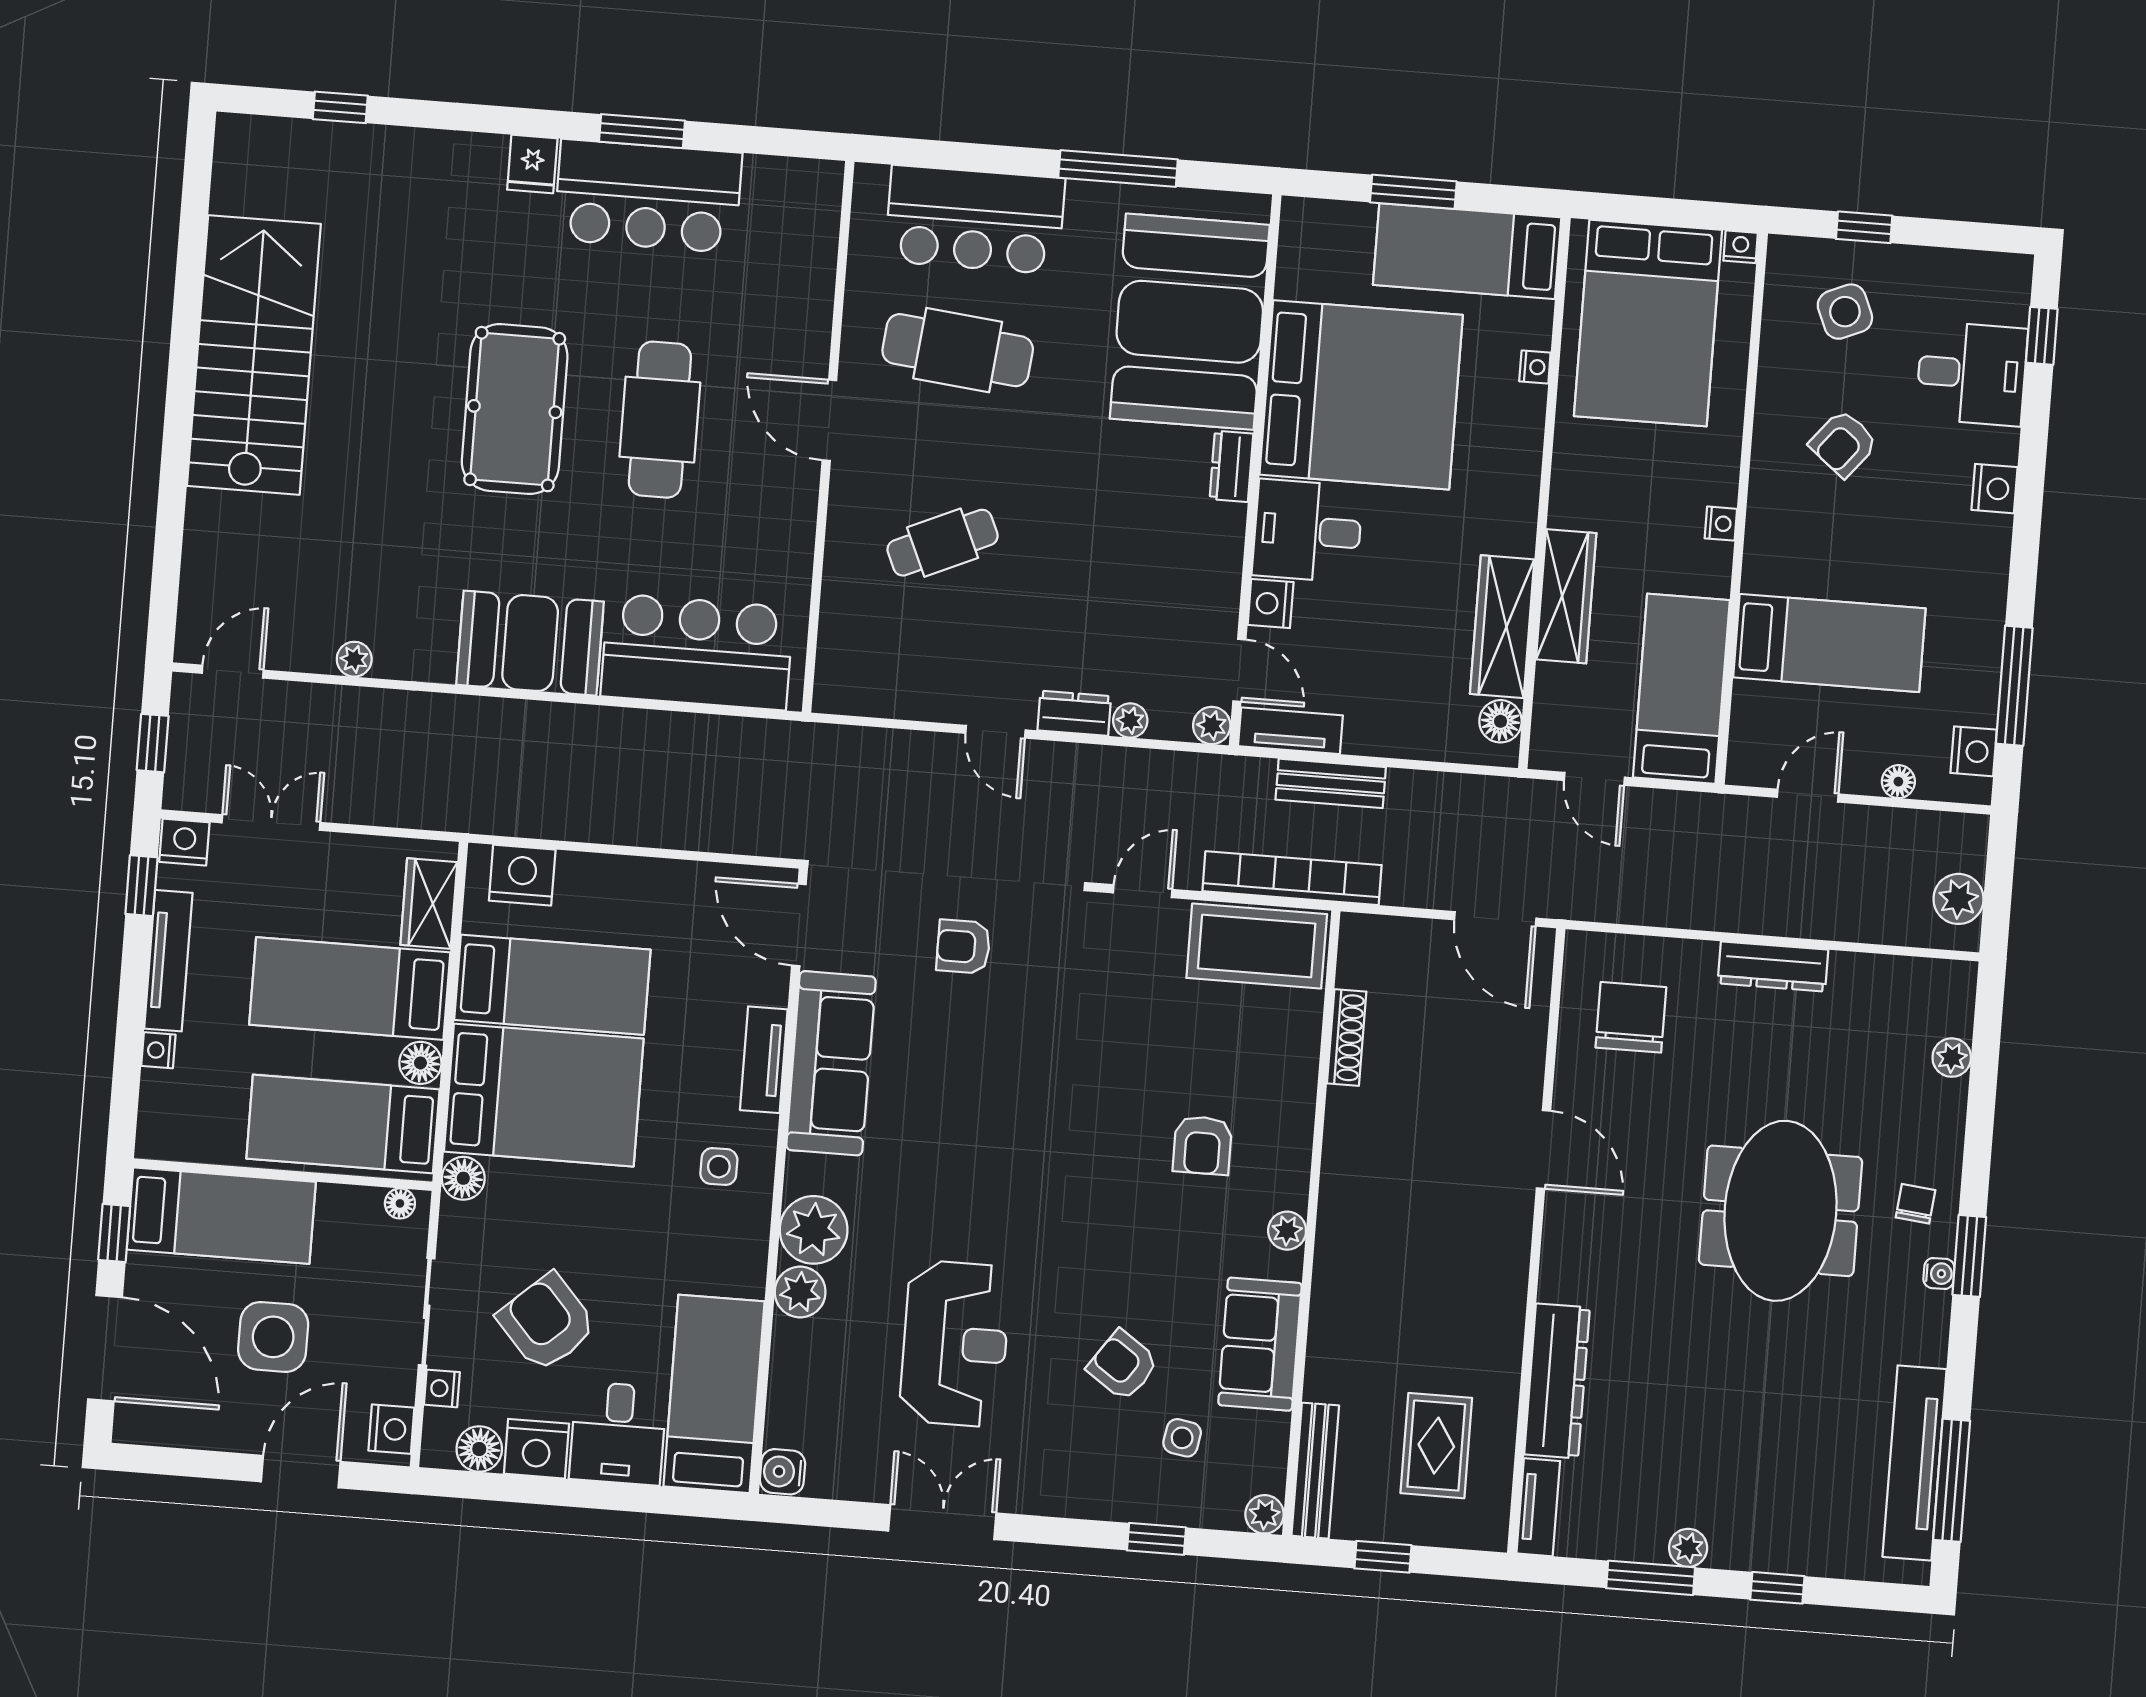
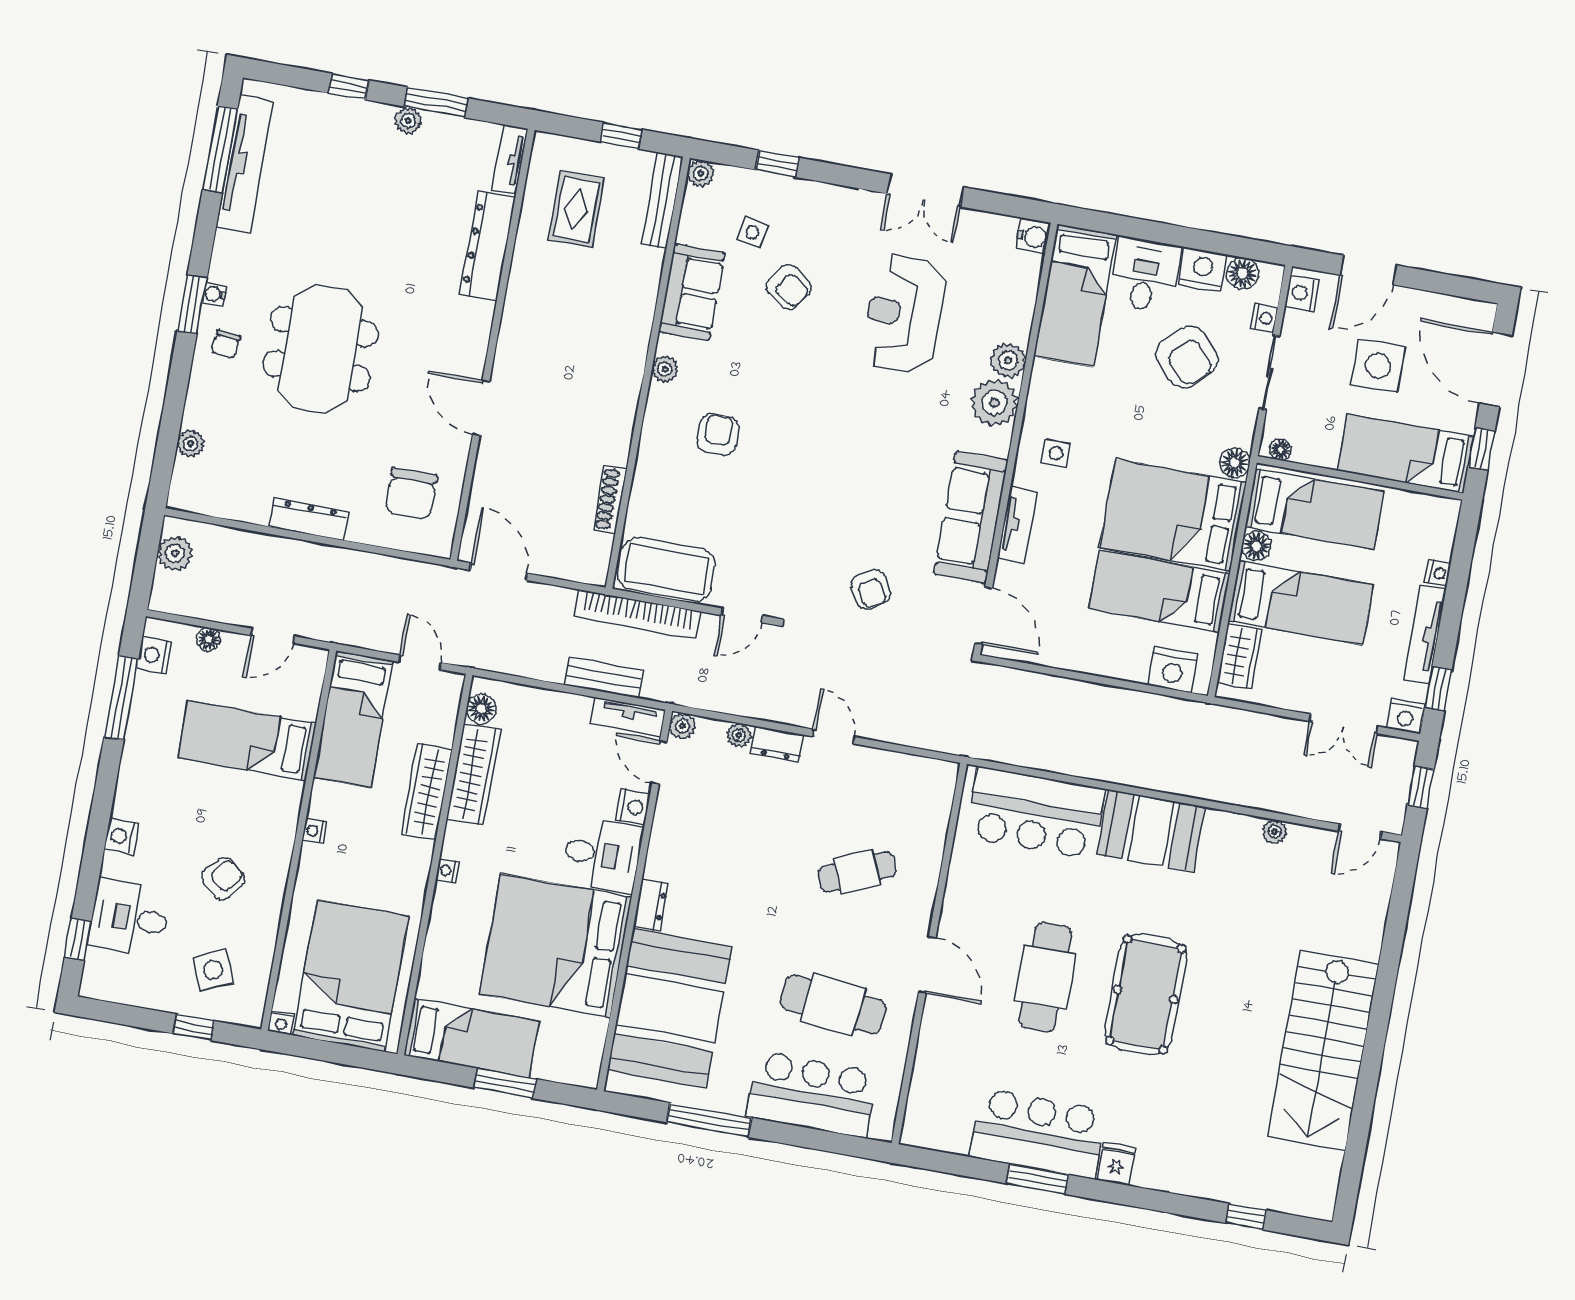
nightstand: (1535, 367) -> (447, 871), moved
armchair: (963, 947) -> (871, 589), turned 61

